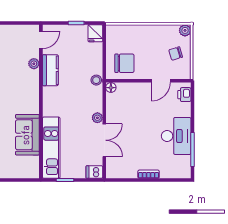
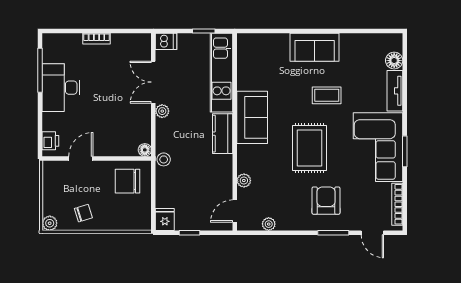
plant: (14, 30) -> (269, 224), added
chair: (176, 53) -> (83, 213), moved
kitchen counter: (50, 70) -> (223, 134), moved
sofa: (27, 135) -> (252, 117), moved

